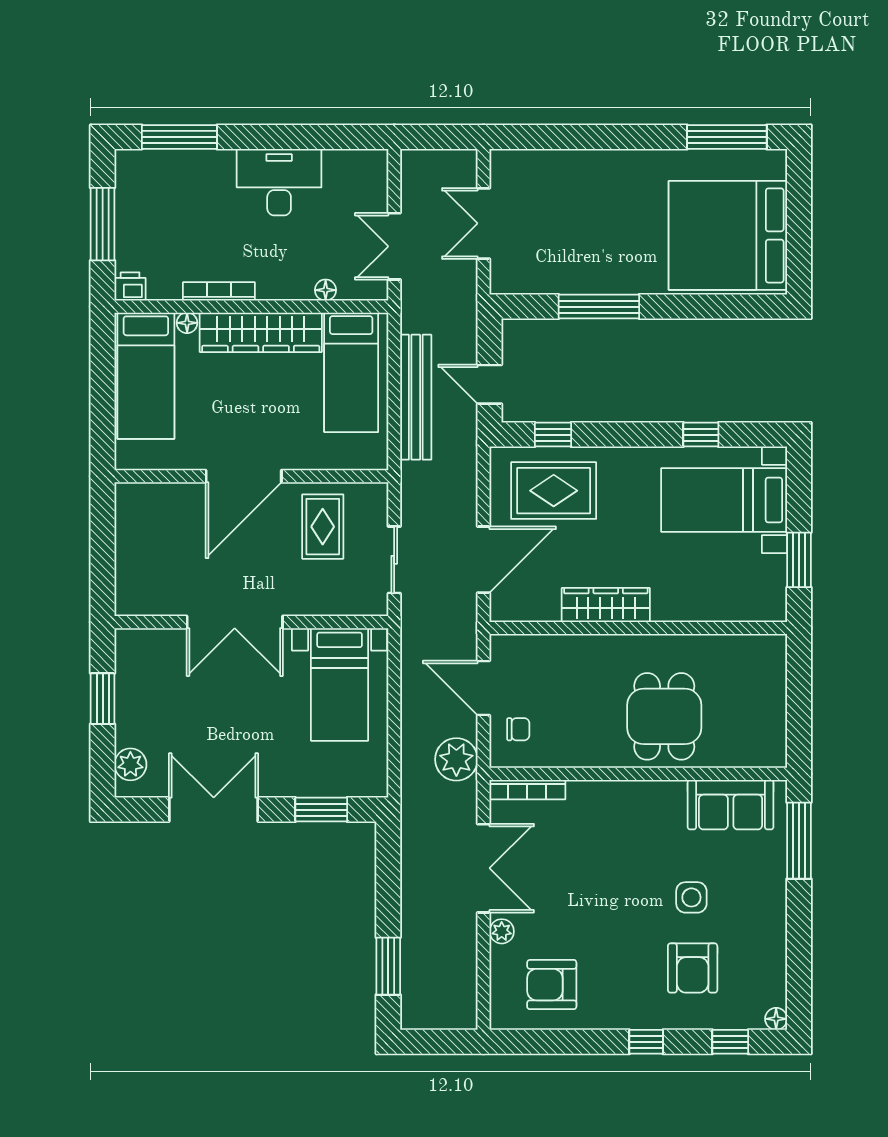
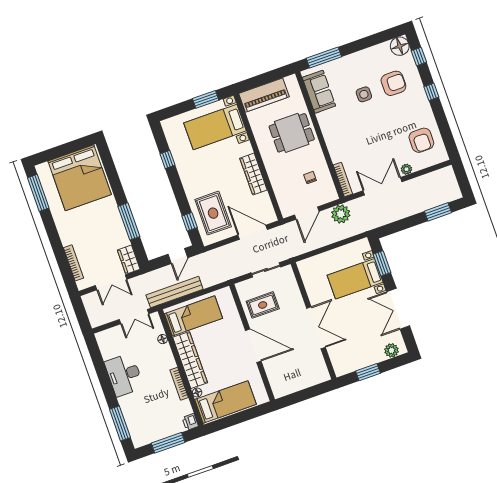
bookcase: (553, 159) -> (74, 263), added
wardrobe: (519, 278) -> (129, 260), added
bench: (416, 397) -> (175, 292), moved
bed with nightstands: (724, 500) -> (215, 127), moved, turned 90
bed with nightstands: (340, 684) -> (355, 279), moved, turned 180
piano: (764, 686) -> (264, 95), added
chair: (518, 729) -> (310, 178), moved
floor lamp: (776, 1019) -> (400, 46), width x1.89, depth x1.89

